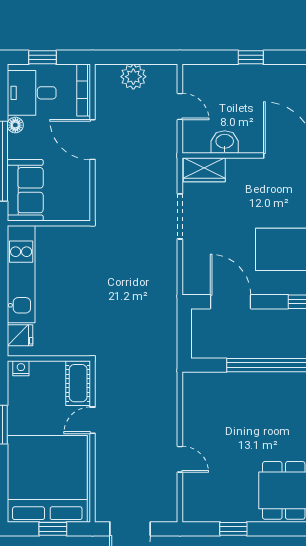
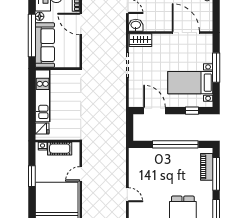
washbasin: (225, 142) -> (136, 25), moved
sofa: (25, 190) -> (45, 45), width x1.36
cot: (78, 383) -> (60, 149), moved, turned 90

